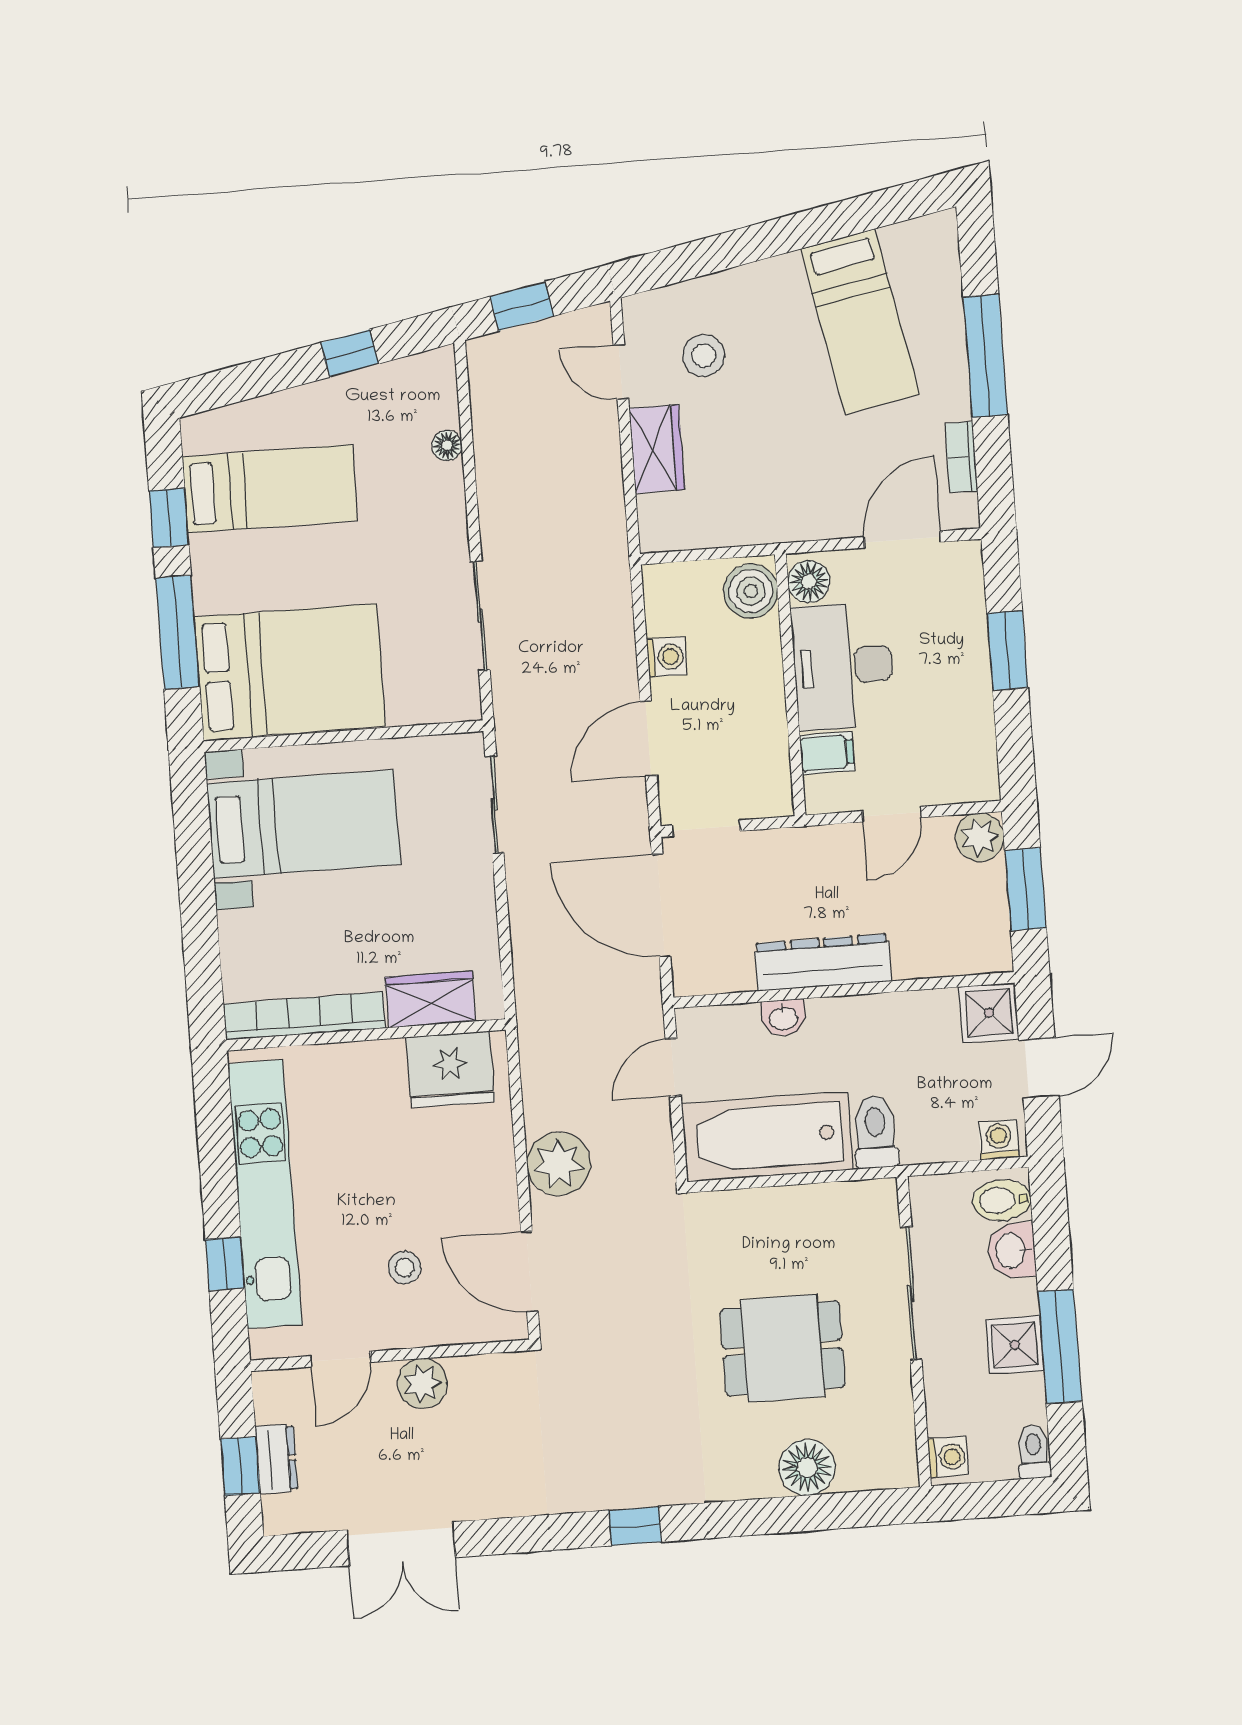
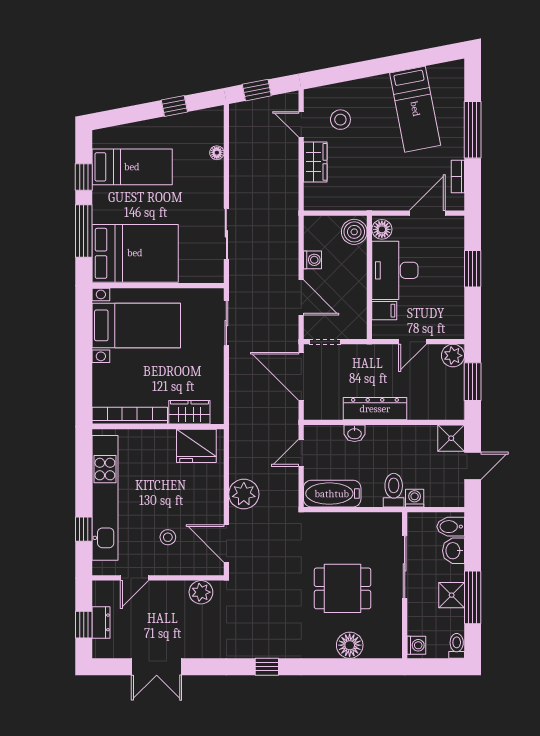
door: (648, 739) -> (301, 297), swing flipped
bathtub: (767, 1137) -> (332, 494), width x0.73, depth x0.73
washing machine: (999, 1140) -> (415, 498), moved
plant: (422, 1383) -> (201, 592), moved

